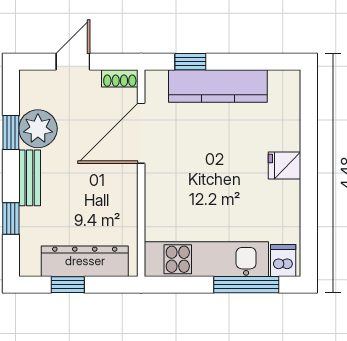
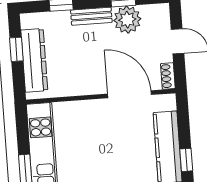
window: (190, 62) -> (186, 160), moved

